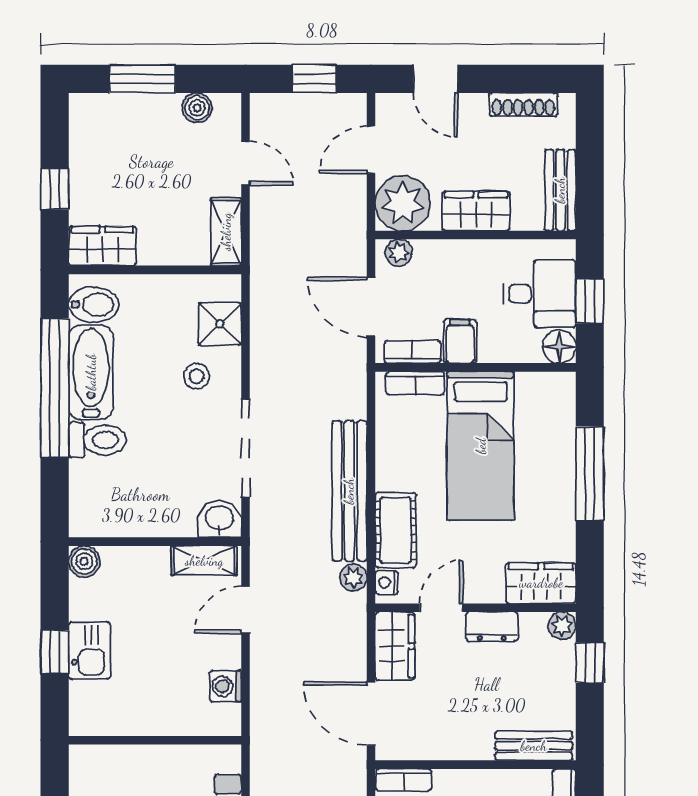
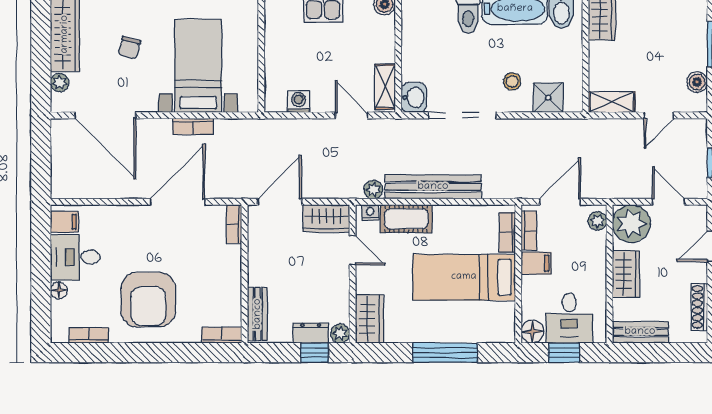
dresser: (492, 627) -> (311, 333), moved, turned 90

